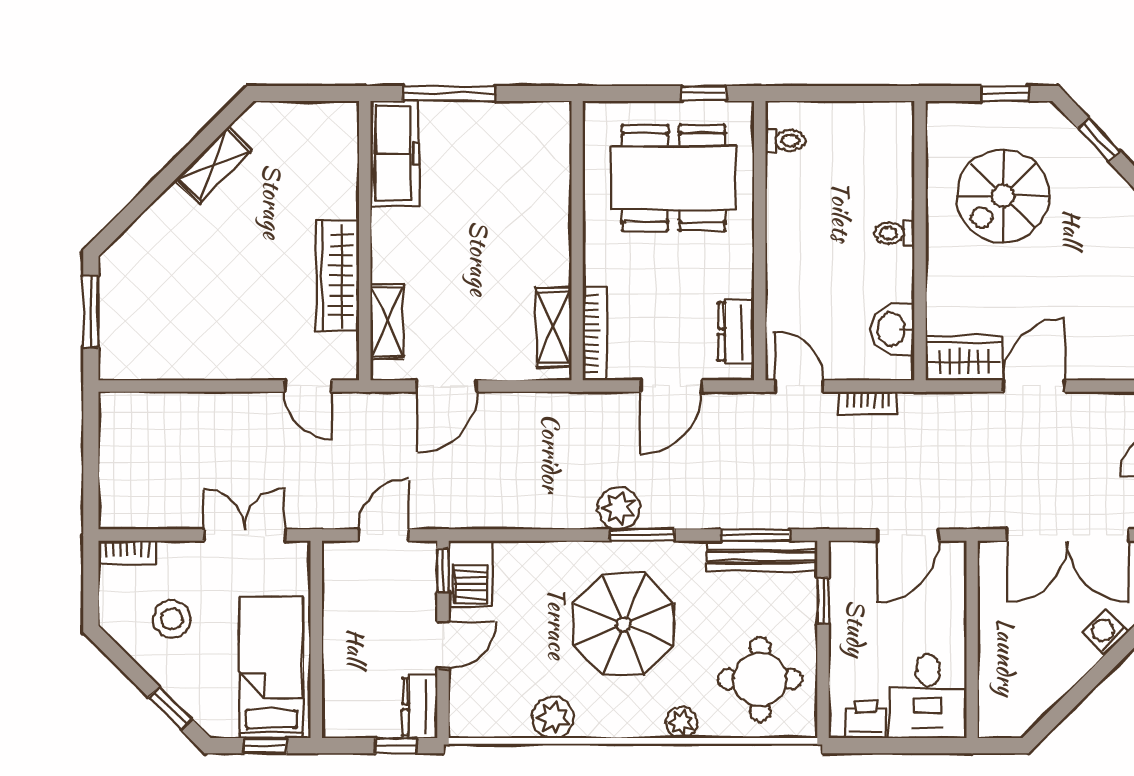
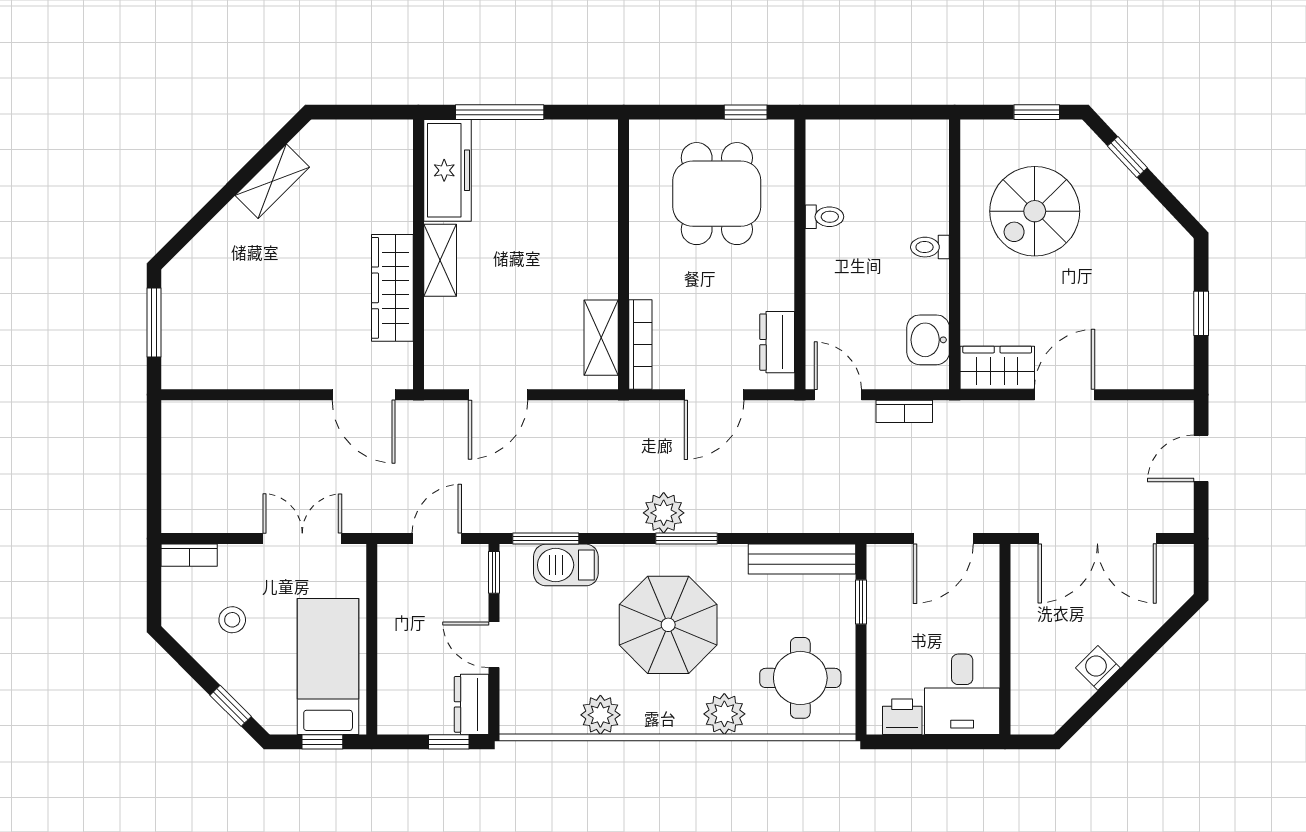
toilet: (785, 140) -> (824, 217), moved
dining table: (674, 178) -> (717, 194), width x0.73
shelving: (387, 322) -> (440, 260), moved
door: (308, 386) -> (364, 395), width x1.38
window: (755, 535) -> (546, 539), moved
barbecue: (470, 574) -> (566, 565), moved, turned 90
stool: (172, 619) -> (232, 620), width x0.73, depth x0.73
washing machine: (1105, 632) -> (1098, 668), moved
door: (443, 645) -> (494, 645), swing flipped
plant: (681, 723) -> (724, 714), width x1.38, depth x1.38

